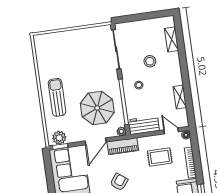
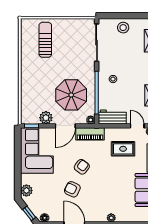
stool: (150, 61) -> (123, 28), moved
sun lounger: (57, 97) -> (45, 40), moved
plant: (59, 138) -> (46, 118), moved

